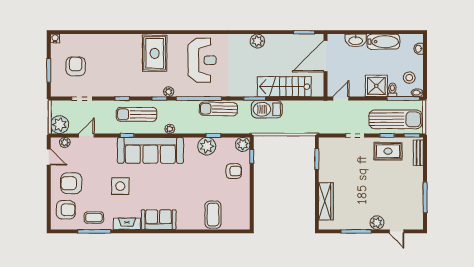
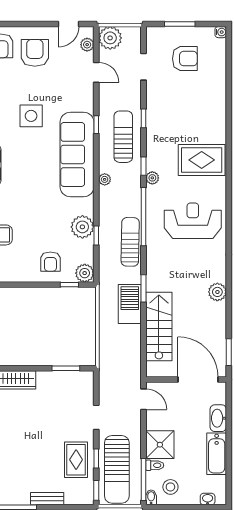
reception desk: (202, 60) -> (193, 221), turned 180
bench: (418, 153) -> (47, 499), moved

